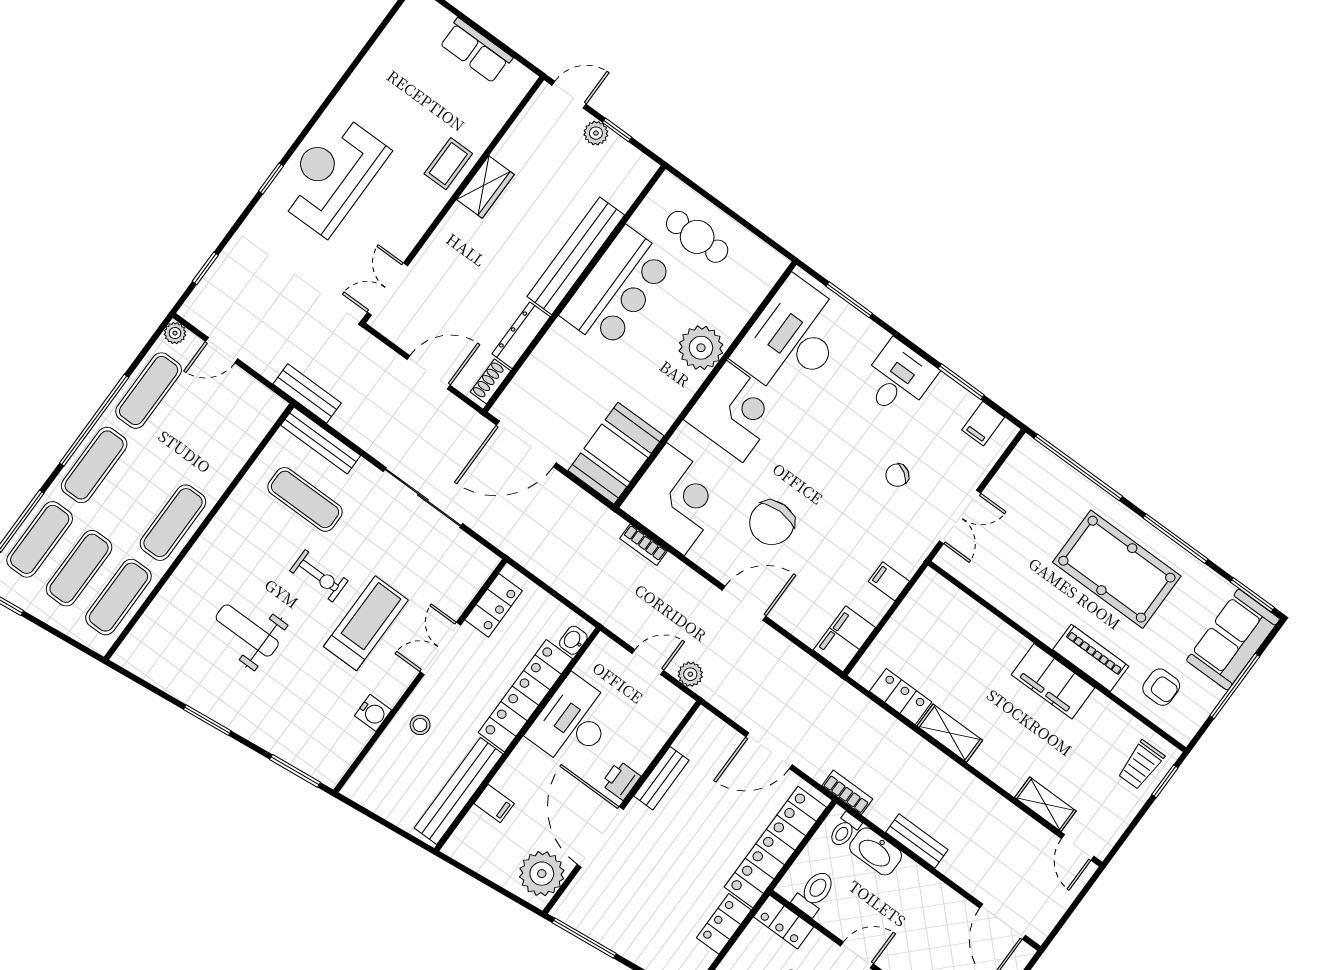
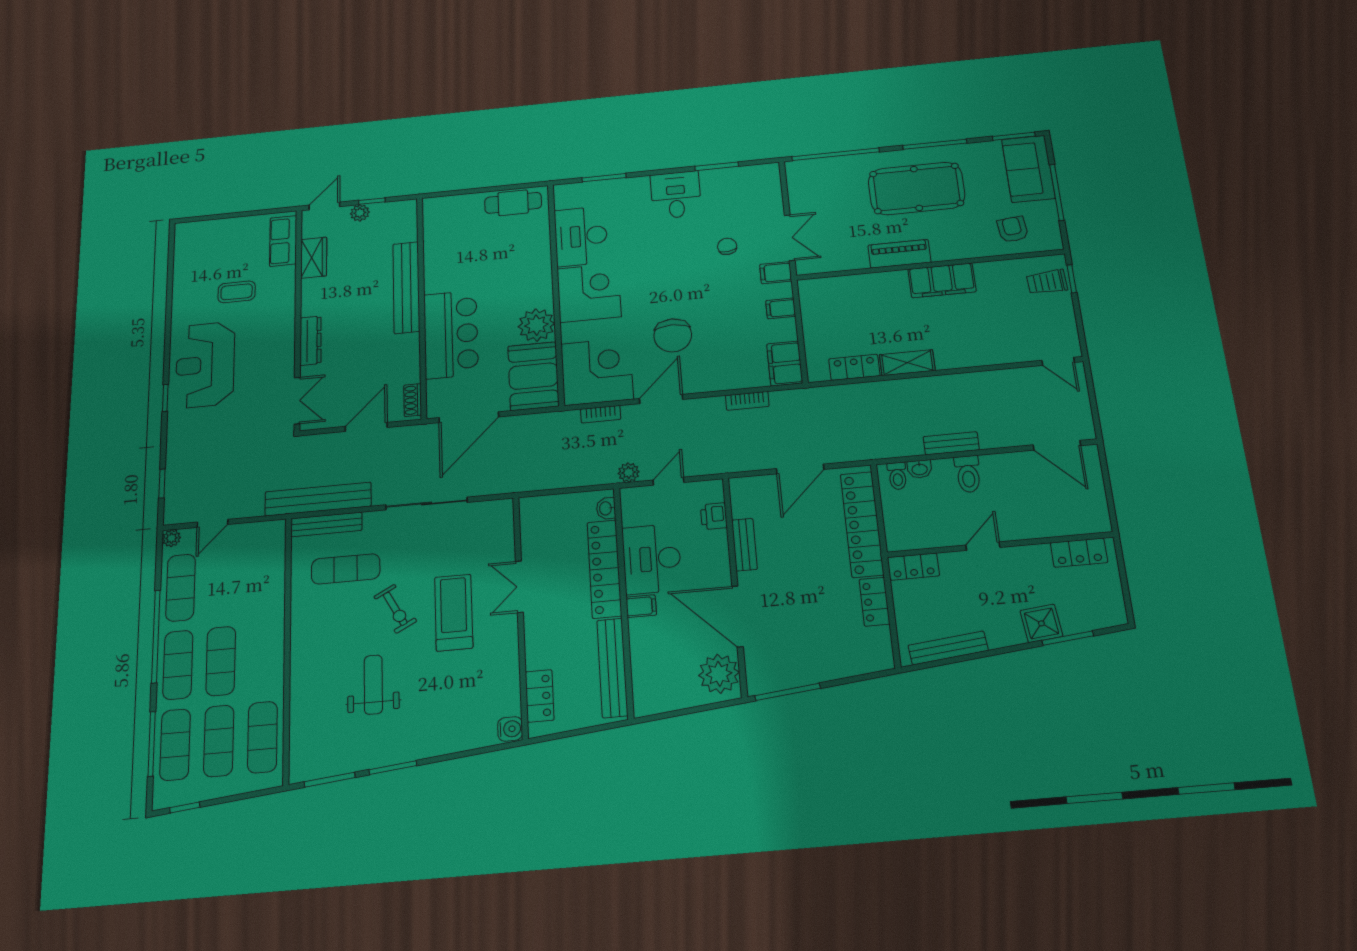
row of seats: (476, 51) -> (283, 241), moved, turned 90
coffee table: (448, 164) -> (237, 292), moved, turned 90
wardrobe: (485, 187) -> (314, 258), moved
cafe table: (697, 237) -> (513, 203), moved
bar counter: (617, 288) -> (451, 334), moved
double door: (387, 289) -> (297, 401), swing flipped
dresser: (521, 335) -> (310, 341), moved, turned 180
desk: (792, 339) -> (581, 236), width x0.73, depth x0.77
plant: (701, 348) -> (536, 325), moved
bench: (307, 393) -> (318, 499), width x1.86, depth x1.21
filing cabinet: (983, 424) -> (776, 273), moved, turned 90
chair: (897, 475) -> (727, 246), turned 141
exercise mat: (173, 523) -> (221, 661), moved
exercise bike: (319, 576) -> (395, 609), turned 62
door: (744, 603) -> (661, 399), moved
locker: (494, 605) -> (540, 696), moved
weight bench: (247, 630) -> (373, 685), turned 90
piano: (1091, 658) -> (899, 254), moved
plant: (690, 674) -> (629, 473), moved
armchair: (1161, 687) -> (1013, 229), turned -96
water cooler: (373, 713) -> (510, 729), moved
stool: (420, 725) -> (548, 647), removed
trolley: (1141, 765) -> (1047, 282), turned 87
window: (295, 771) -> (330, 780), moved
printer: (621, 780) -> (714, 516), moved
bookcase: (847, 792) -> (747, 401), moved, turned 180
filing cabinet: (494, 803) -> (641, 606), moved
shelving: (1045, 804) -> (1011, 353), removed
washbasin: (876, 851) -> (920, 469), width x0.52, depth x0.69
toilet: (814, 893) -> (968, 474), moved, turned 180

